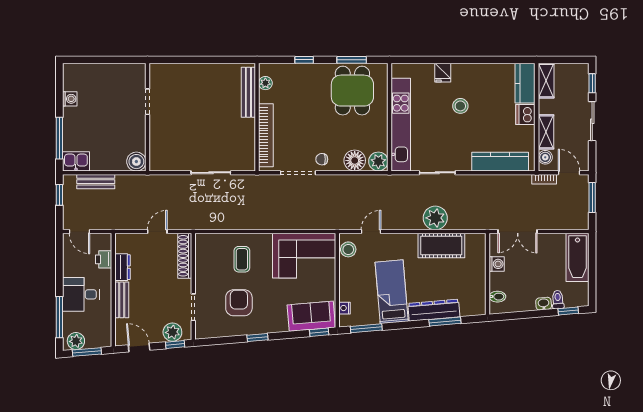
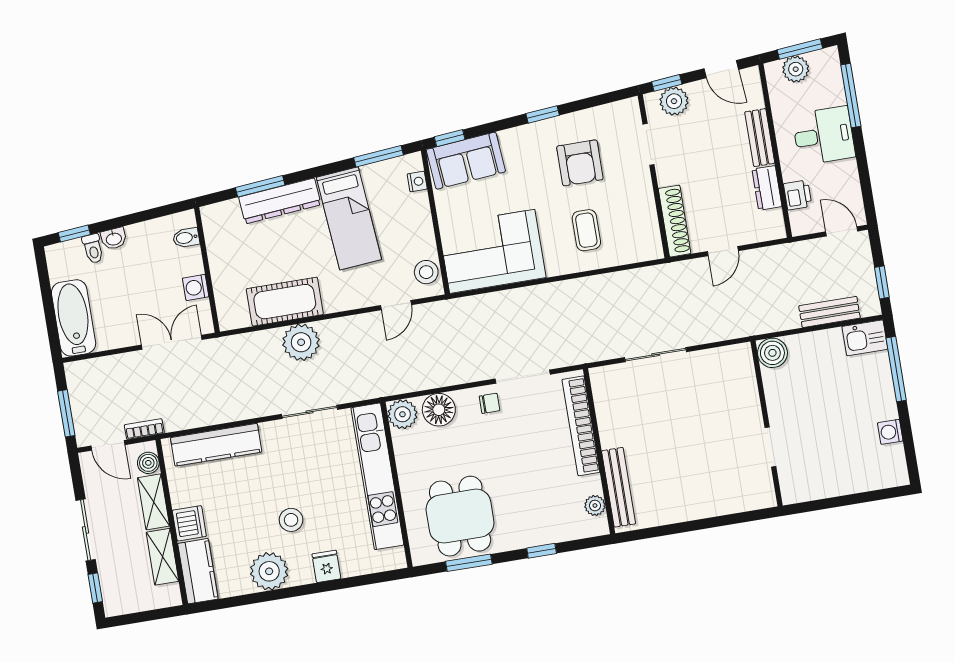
plant: (480, 76) -> (269, 571), added
shelving: (546, 81) -> (162, 557), moved
plant: (76, 341) -> (796, 69), moved

